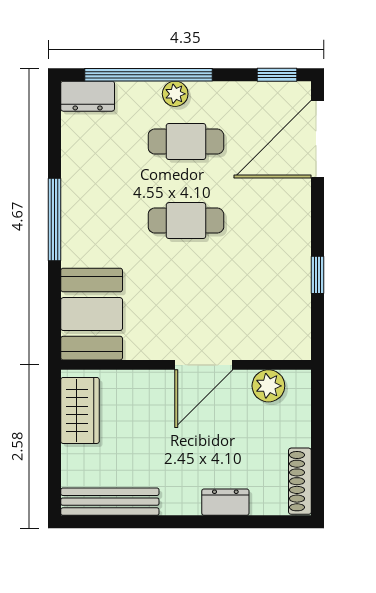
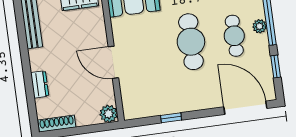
window: (277, 75) -> (276, 66), moved
cafe table: (186, 221) -> (191, 42), width x1.37, depth x1.35
plant: (268, 386) -> (109, 114), moved

